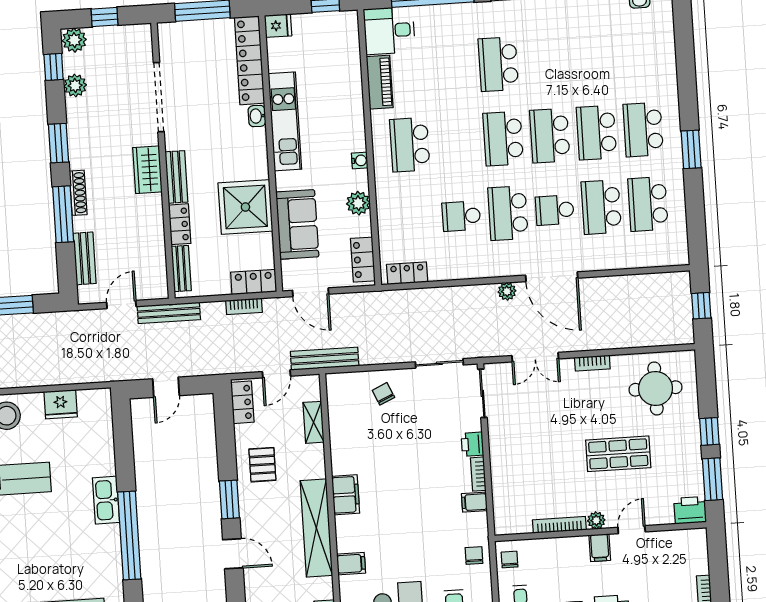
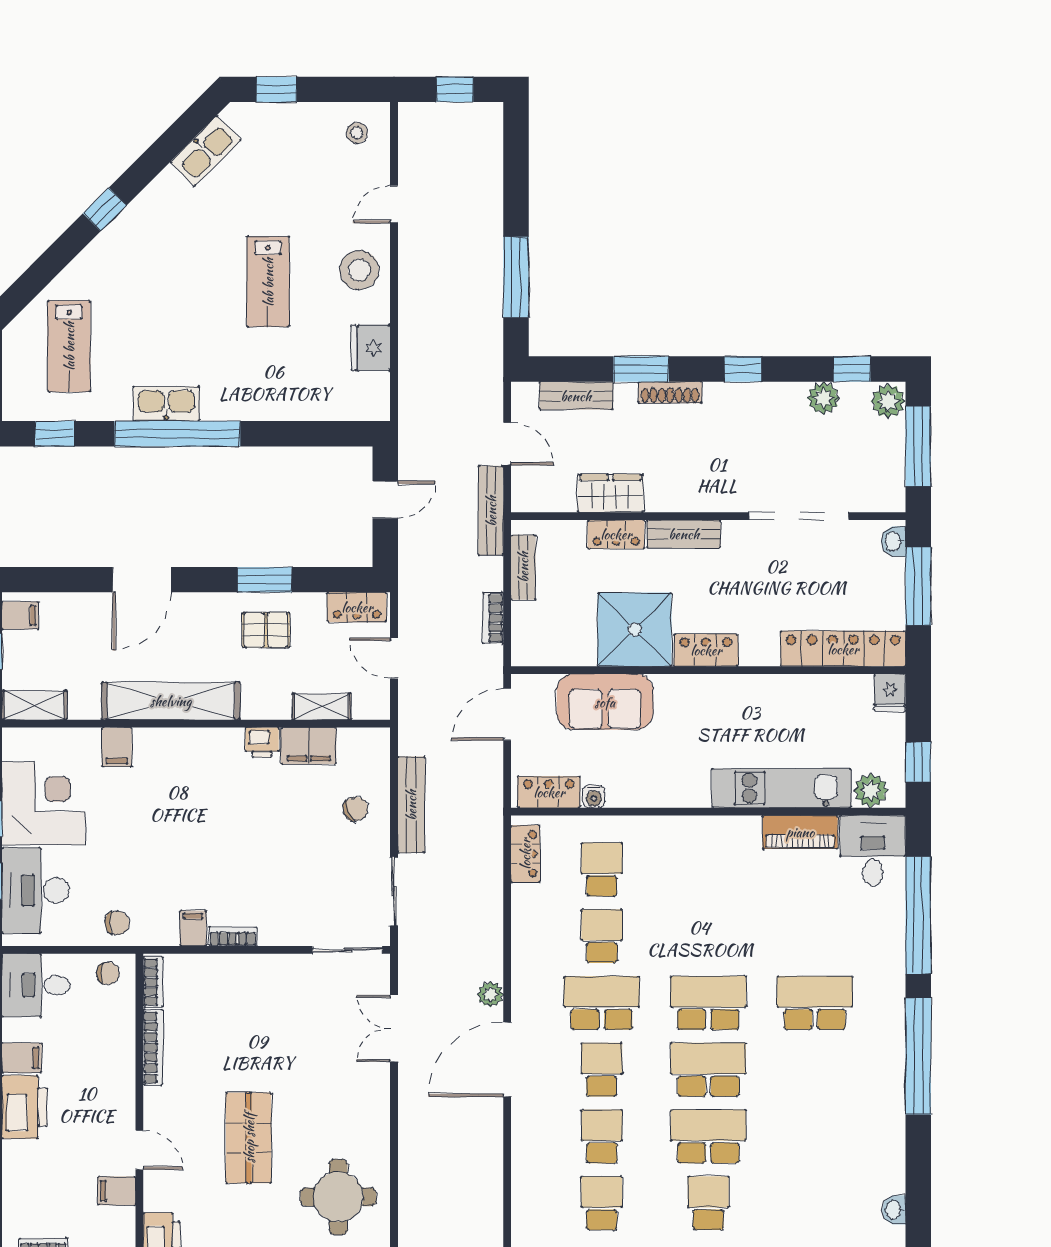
window: (105, 17) -> (918, 446), width x2.17
washbasin: (257, 116) -> (893, 541), moved, turned -90
kitchen unit: (285, 121) -> (781, 788), moved, turned 180
school desk: (643, 130) -> (708, 1203), width x0.54
window: (58, 143) -> (743, 369), width x0.67
school desk: (410, 145) -> (602, 869), moved, width x0.54
water cooler: (360, 160) -> (594, 797), moved
wardrobe: (147, 170) -> (610, 493), moved
plant: (358, 203) -> (871, 791), moved
school desk: (648, 204) -> (602, 1203), width x0.54
school desk: (601, 207) -> (602, 1136), width x0.54
window: (63, 214) -> (641, 369), width x0.69
bench: (181, 269) -> (523, 567), moved, turned 90
locker: (254, 282) -> (706, 650), moved, turned -90
bench: (325, 359) -> (411, 805), moved
bookcase: (592, 363) -> (153, 982), moved, turned 180
door: (166, 387) -> (385, 500), swing flipped
printer: (472, 444) -> (262, 742), moved, turned 180
filing cabinet: (346, 495) -> (309, 746), moved
window: (229, 499) -> (264, 580), moved
kitchen sink: (106, 500) -> (166, 404), moved
plant: (596, 520) -> (156, 1100), removed
filing cabinet: (600, 548) -> (117, 1191), moved
door: (233, 554) -> (142, 580), width x1.38

